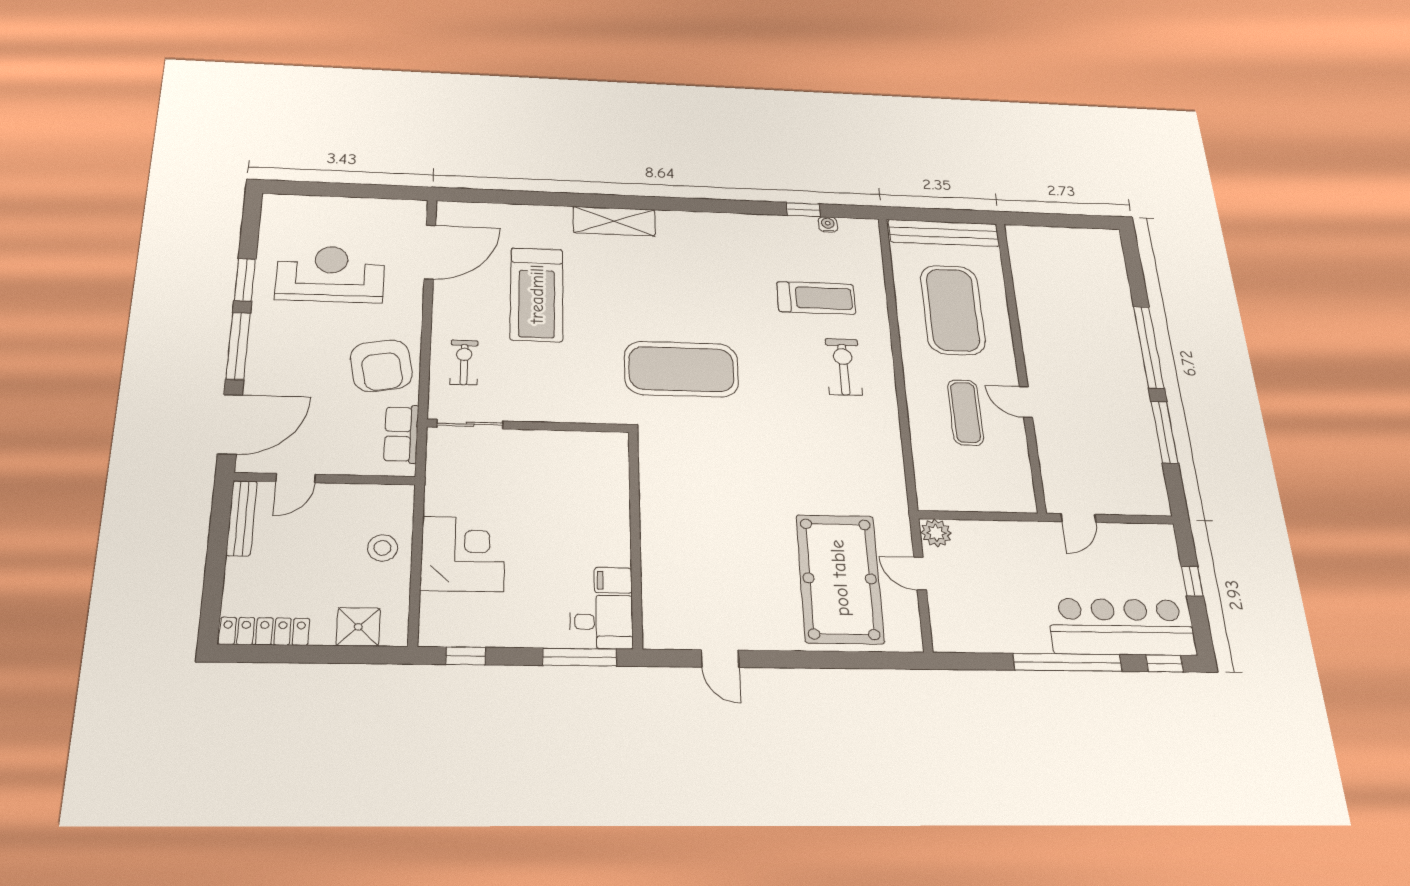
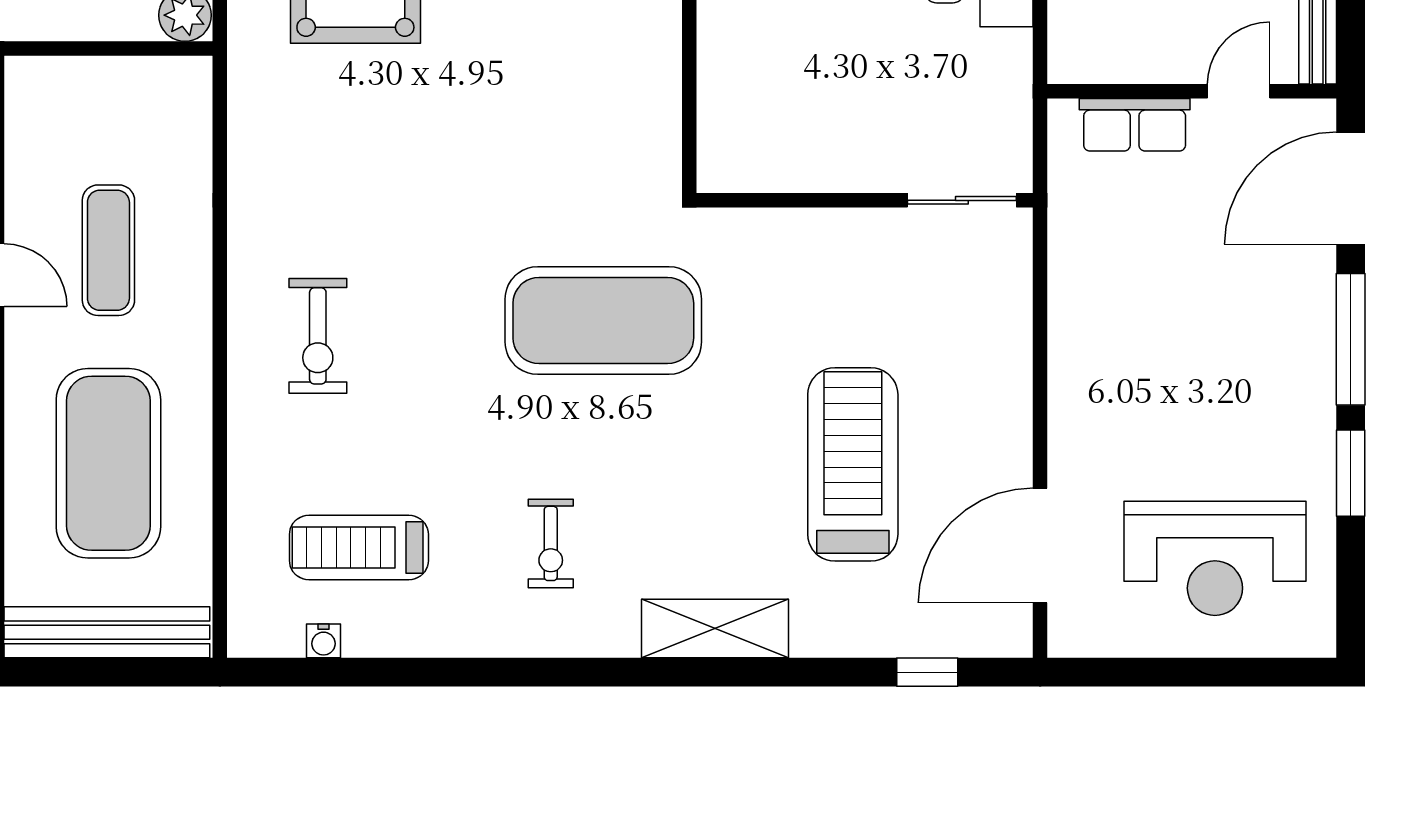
window: (803, 210) -> (927, 672), moved
reception desk: (330, 274) -> (1215, 558), moved
treadmill: (816, 298) -> (359, 547), moved
exercise bike: (464, 362) -> (551, 543), moved
armchair: (381, 366) -> (1113, 309), removed
row of seats: (401, 434) -> (1135, 125), moved, turned 90

